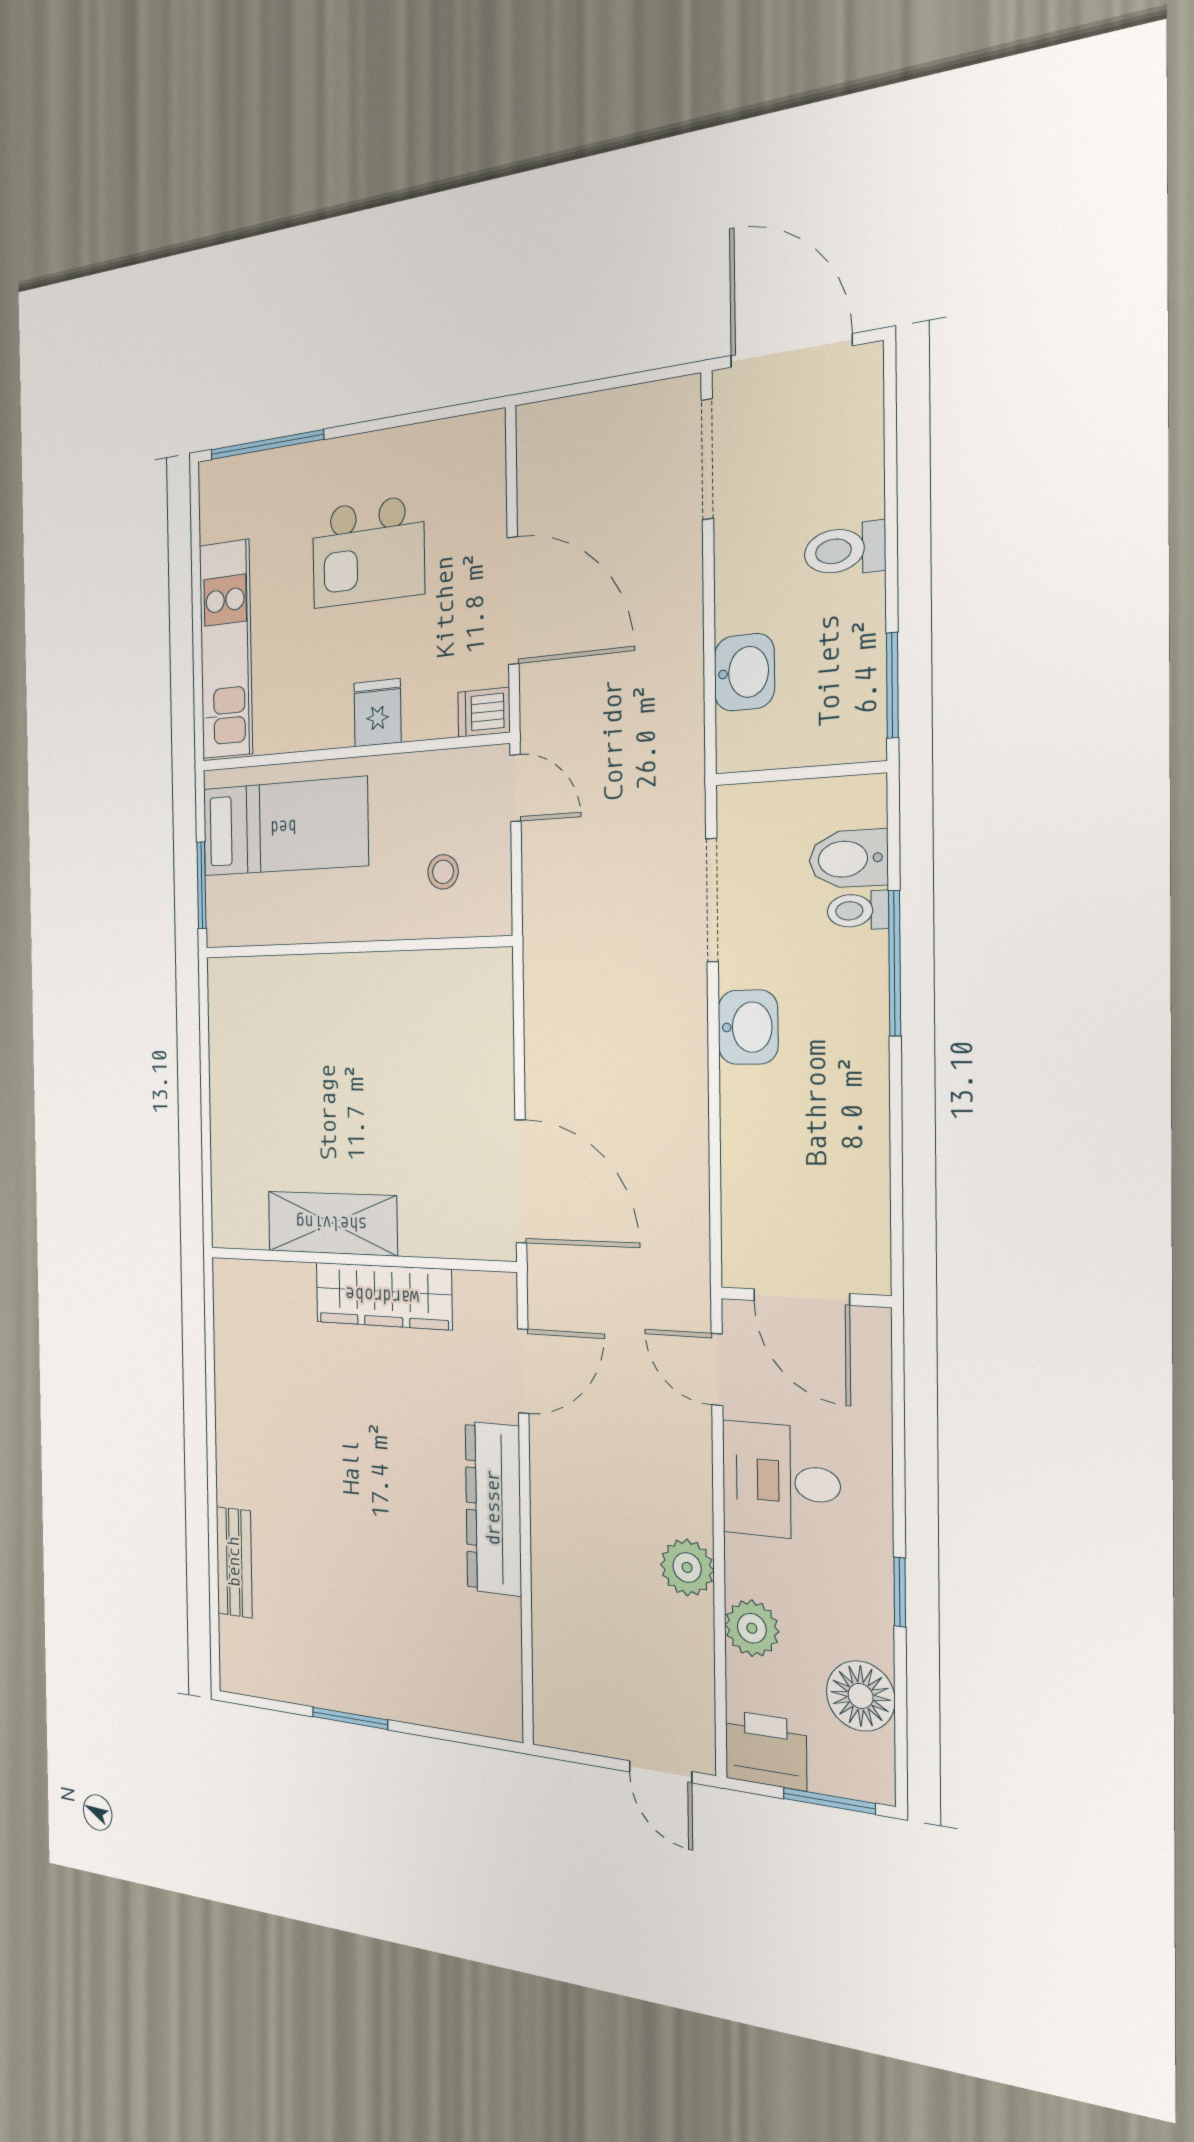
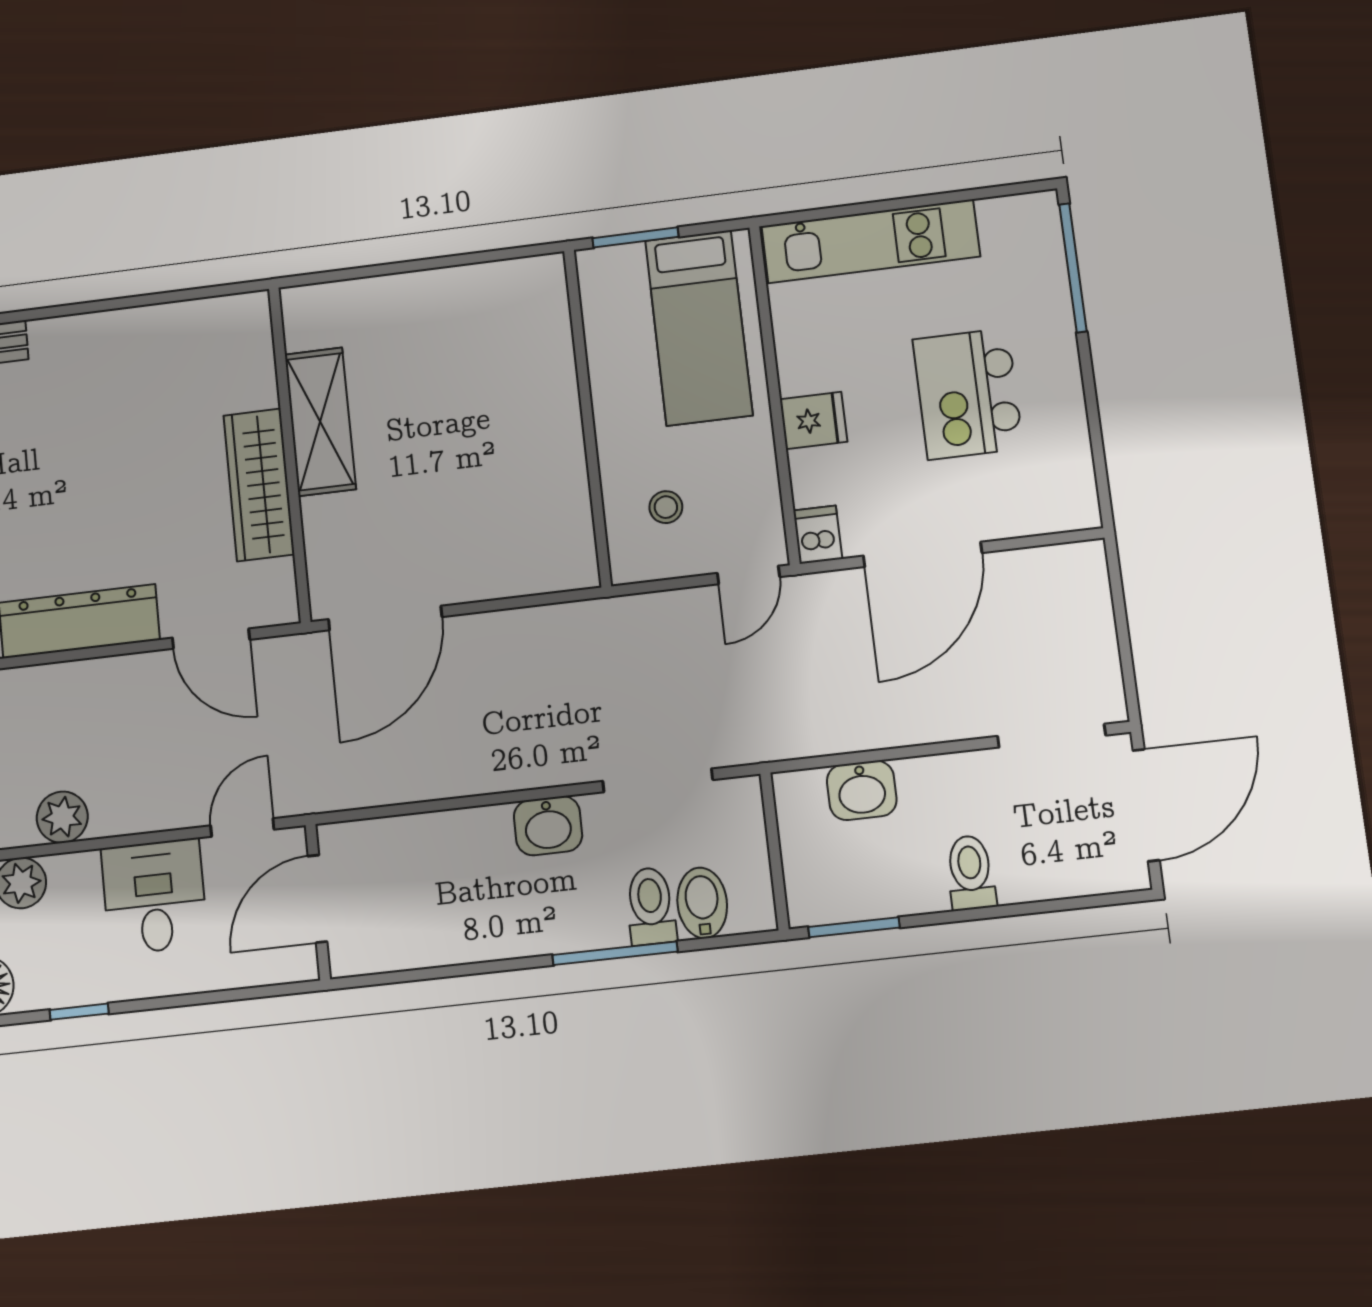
toilet: (858, 910) -> (651, 906), width x1.37, depth x1.39

